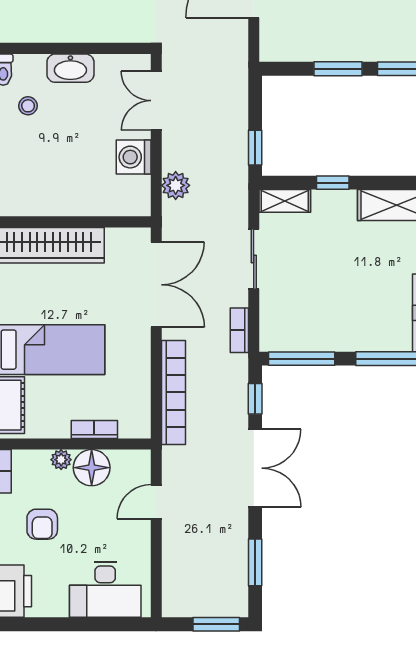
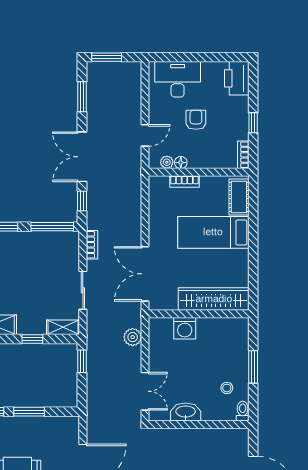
washbasin: (70, 68) -> (186, 412), moved
washing machine: (134, 157) -> (185, 328), moved, turned 90
bookcase: (173, 392) -> (134, 205), removed
plant: (61, 460) -> (167, 162), moved
floor lamp: (92, 468) -> (181, 163), width x0.53, depth x0.53
armchair: (42, 524) -> (196, 120), moved

